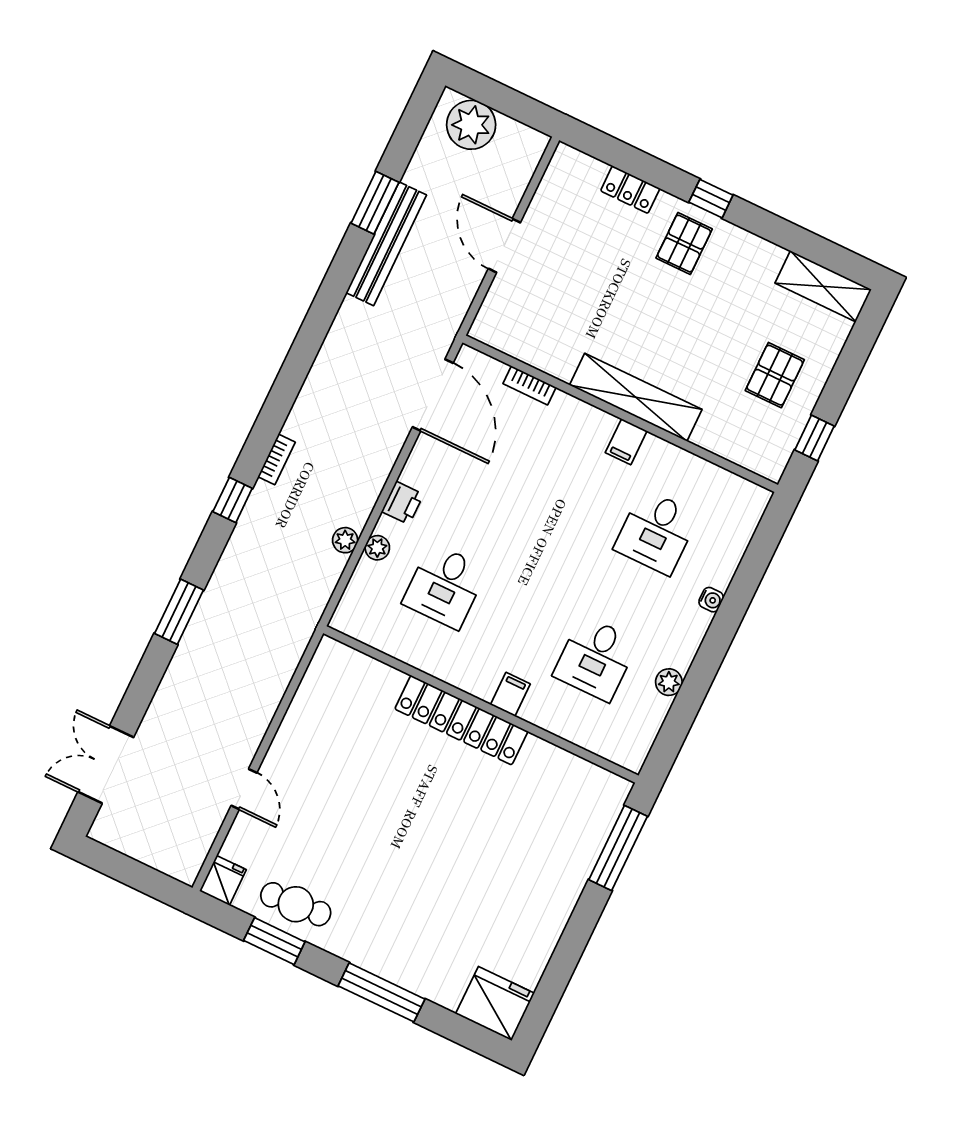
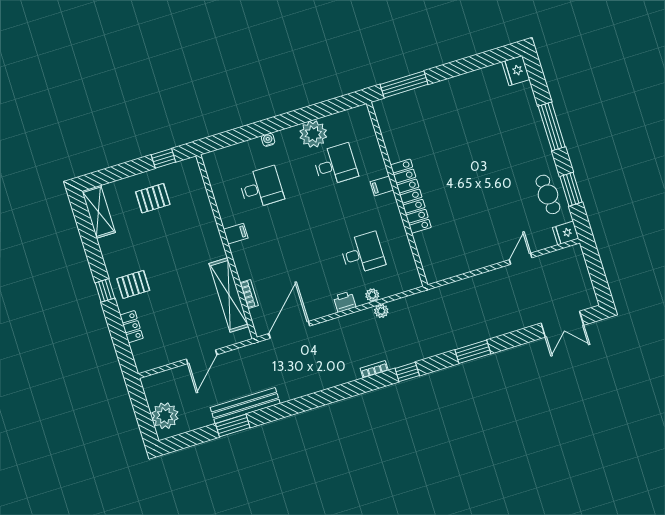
shelving: (636, 397) -> (229, 295), moved
plant: (669, 682) -> (313, 134), width x1.88, depth x1.88
fridge: (495, 1004) -> (516, 71), width x0.73, depth x0.75

